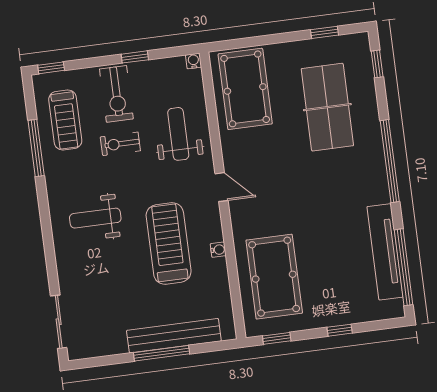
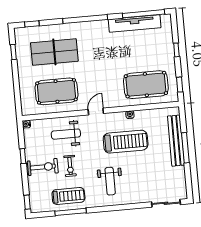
pool table: (245, 89) -> (56, 91), moved
treadmill: (65, 120) -> (68, 196), moved
treadmill: (169, 243) -> (126, 142), turned 180

